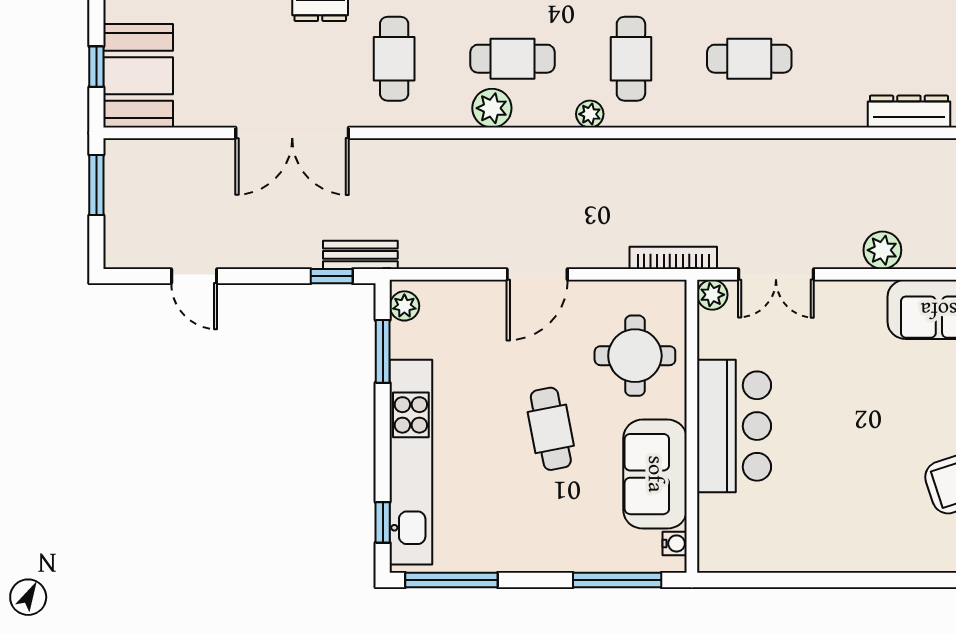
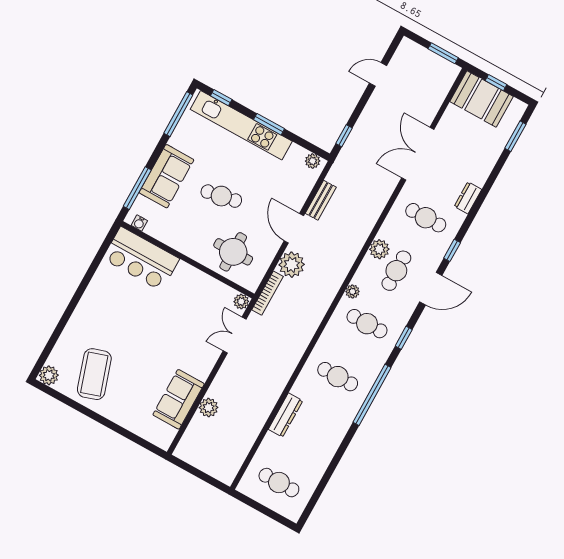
cafe table: (749, 59) -> (338, 377), turned 90
dresser: (909, 112) -> (285, 415), moved
plant: (601, 244) -> (292, 265), added
plant: (882, 250) -> (209, 408), moved
bench: (360, 255) -> (321, 200), moved
window: (383, 351) -> (269, 124), moved
bar counter: (734, 426) -> (141, 259), moved
sofa: (655, 474) -> (166, 176), moved, turned 90

